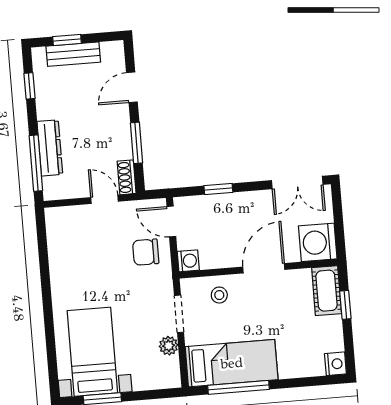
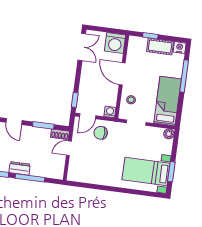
dresser: (50, 148) -> (20, 168), moved, width x0.70
window: (36, 163) -> (30, 178), moved
window: (218, 189) -> (75, 100), moved
chair: (146, 252) -> (101, 133), turned 90
cot: (327, 291) -> (160, 47), moved
plant: (169, 346) -> (169, 134), moved
window: (238, 387) -> (184, 76), moved

